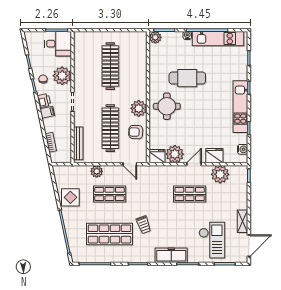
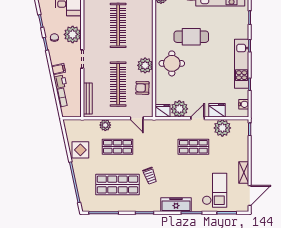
printer: (44, 101) -> (60, 82), moved

